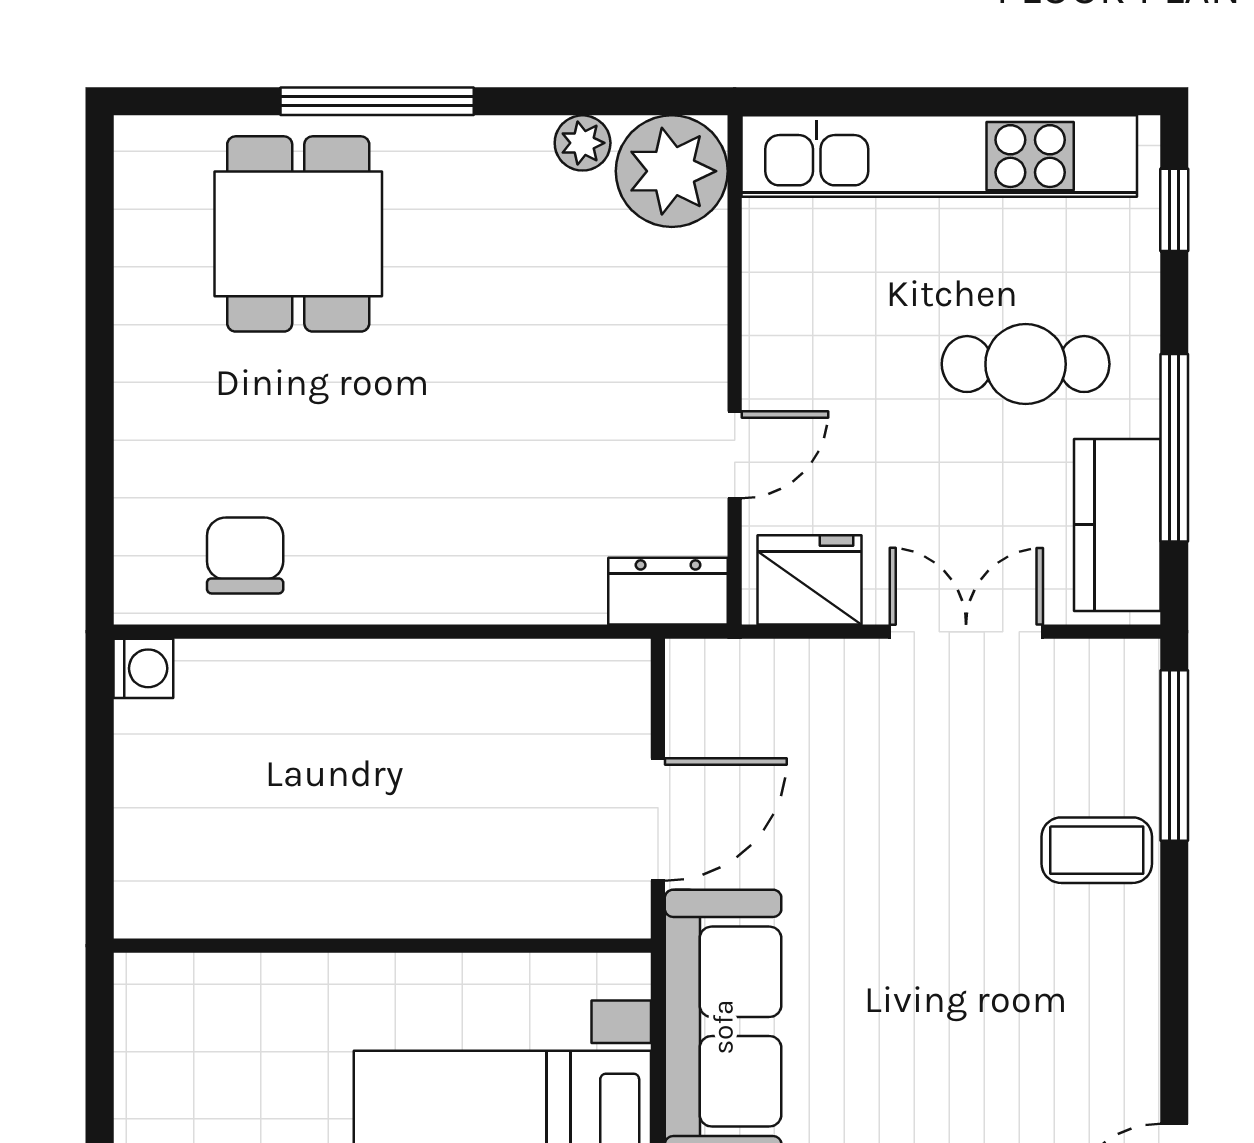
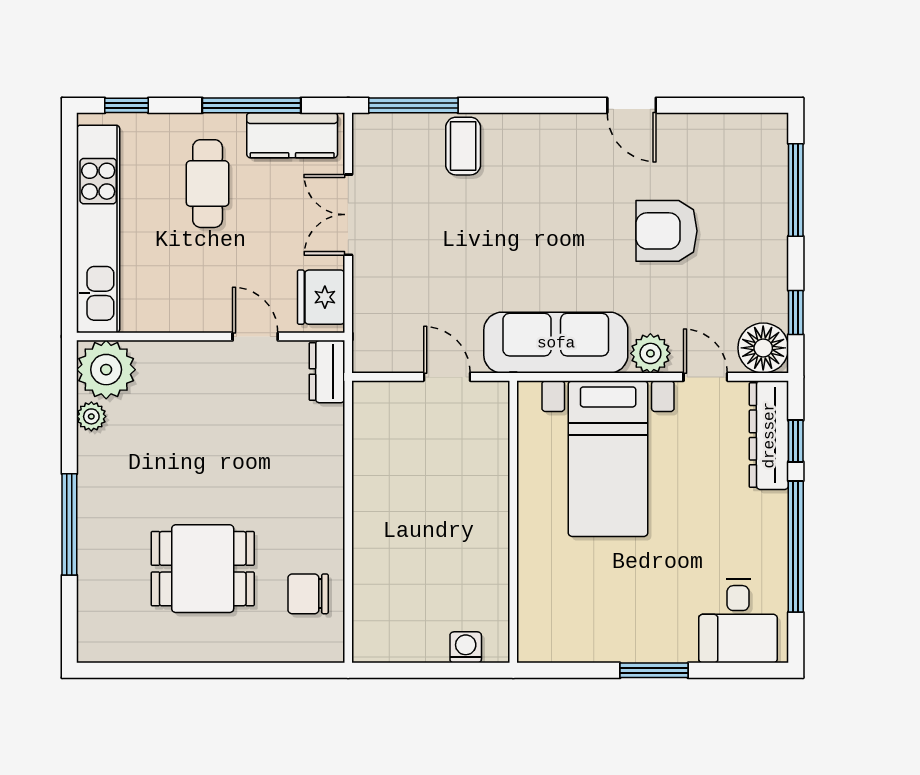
dining table: (298, 234) -> (203, 569), moved
washing machine: (143, 668) -> (466, 647), moved
door: (658, 819) -> (447, 377), width x0.73

